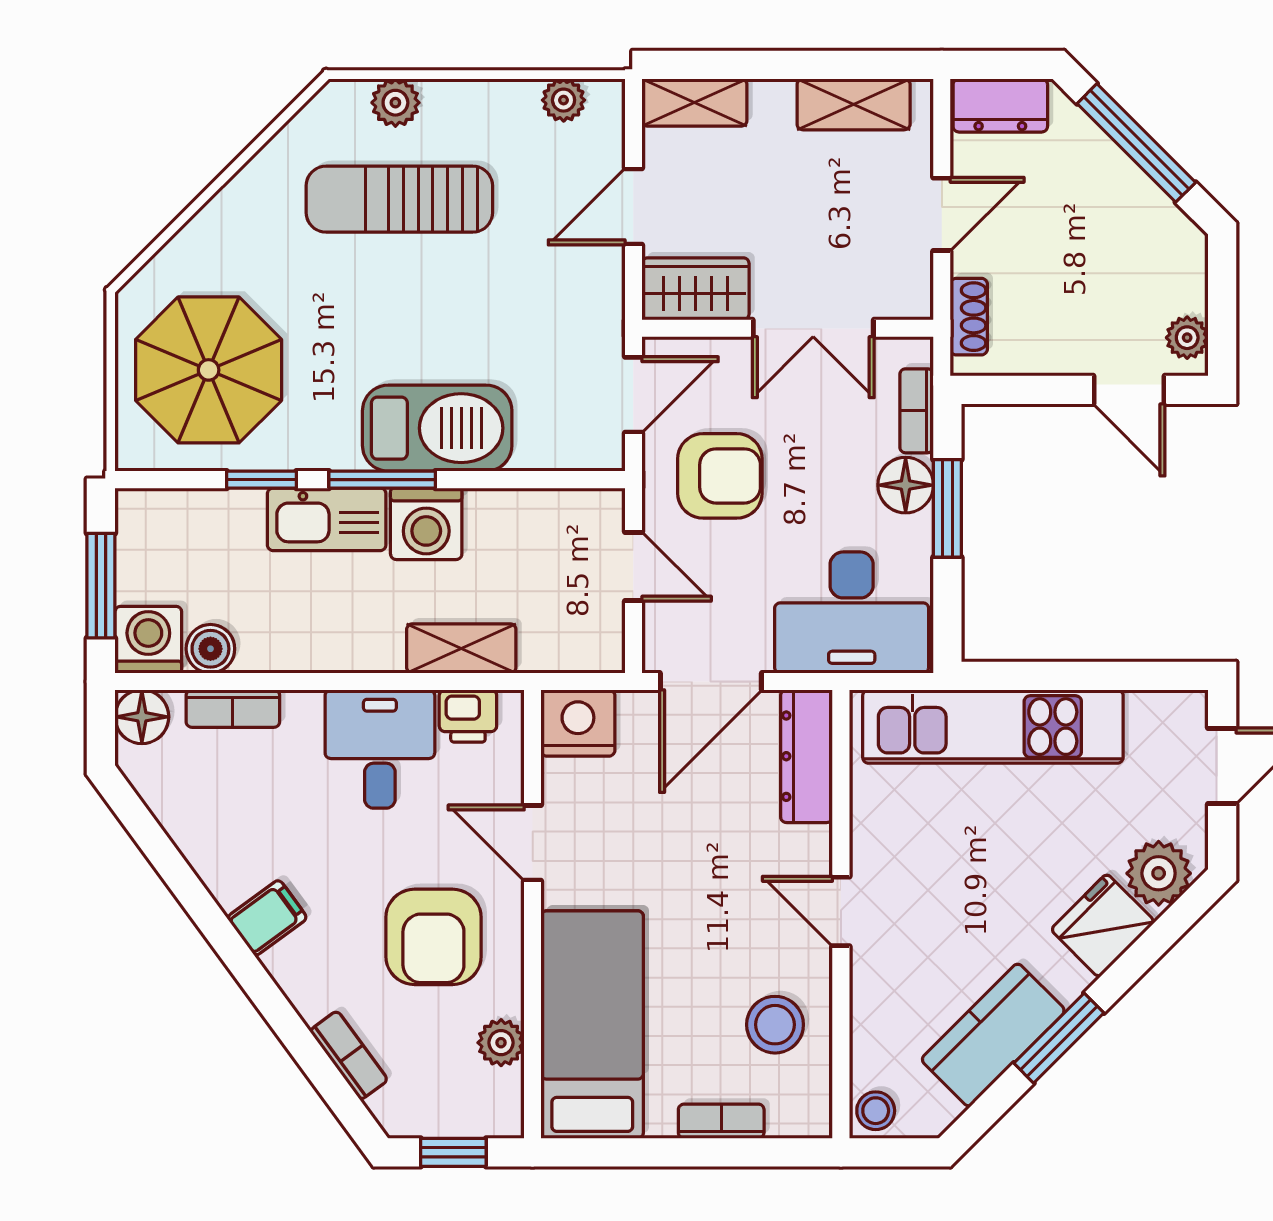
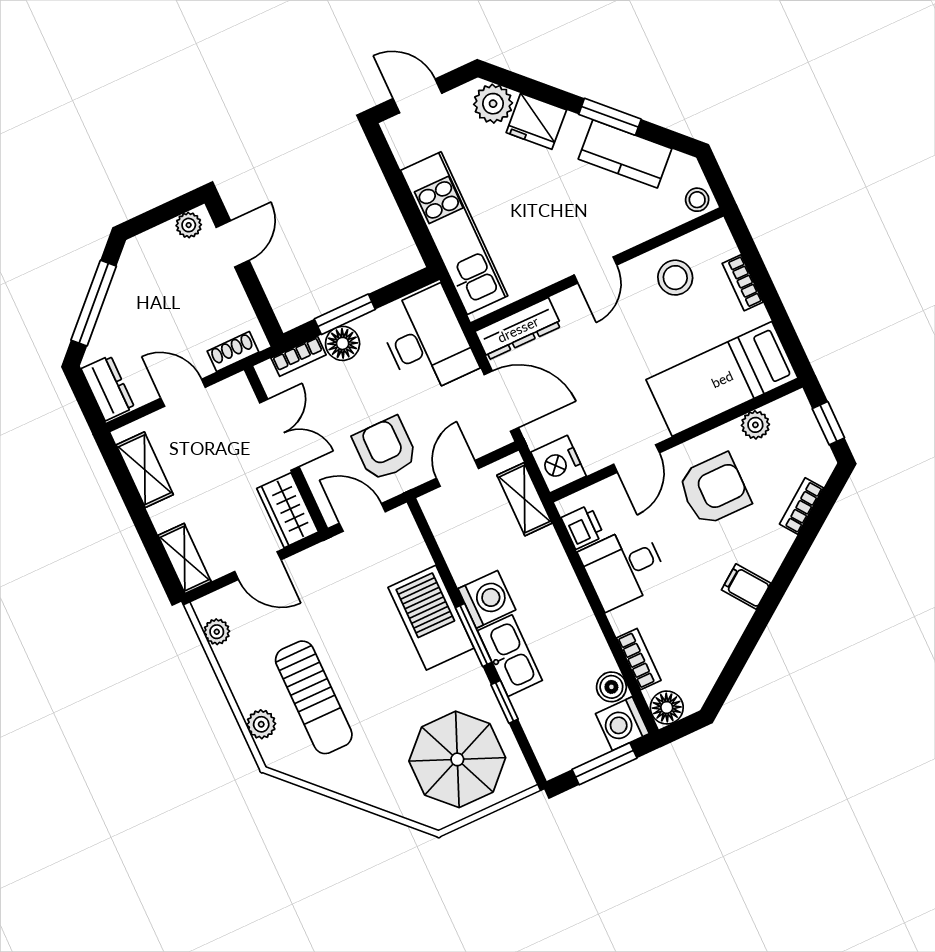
shelving: (461, 648) -> (524, 499), moved

